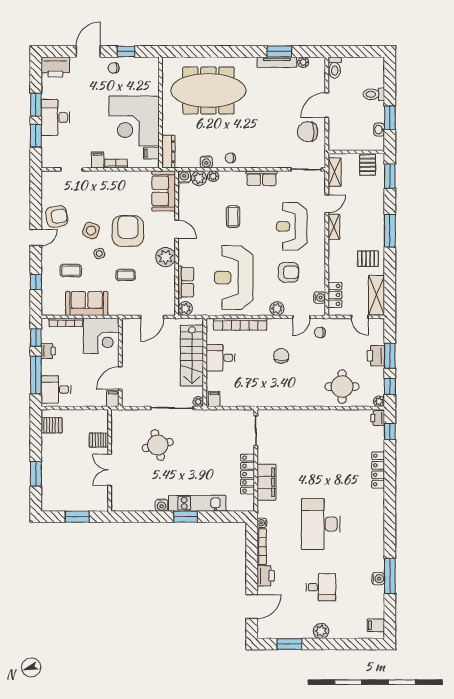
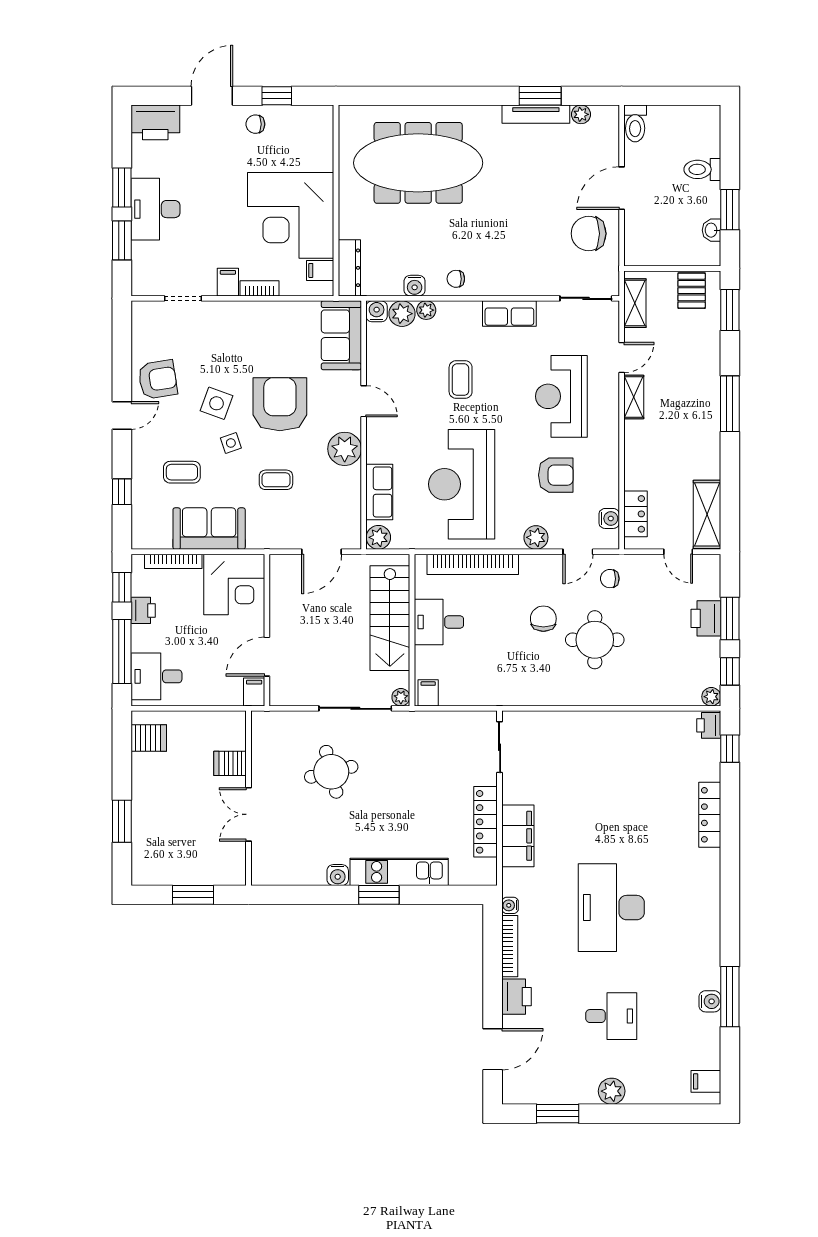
pallet: (368, 259) -> (692, 452), removed
round table: (342, 387) -> (595, 640), moved

